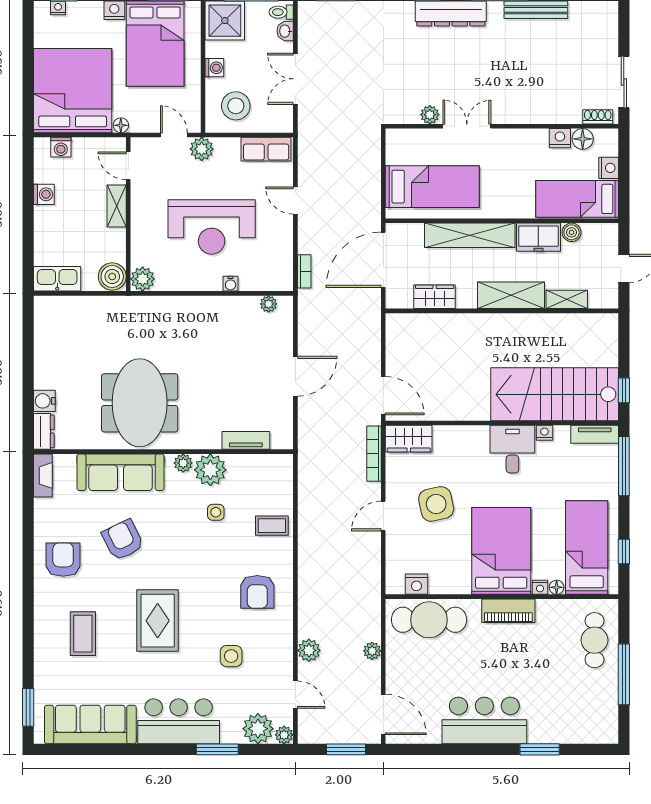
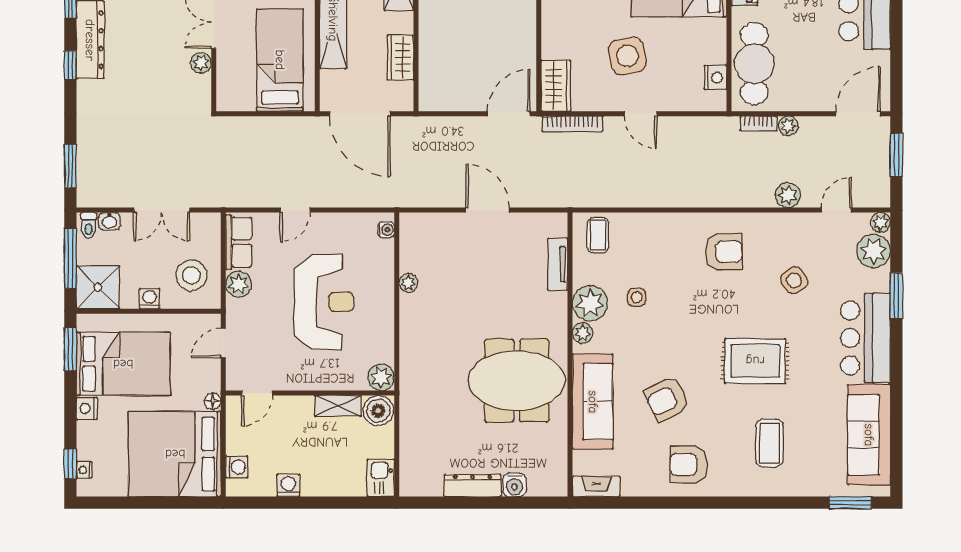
plant: (202, 149) -> (239, 284), moved
shelving: (117, 206) -> (338, 406), moved
bookcase: (304, 271) -> (759, 123), moved, turned 180
kitchen sink: (57, 279) -> (381, 478), width x0.73
water cooler: (231, 284) -> (386, 230), moved
plant: (269, 304) -> (408, 283), moved
dresser: (44, 431) -> (473, 486), moved, width x1.44
coffee table: (272, 526) -> (598, 235), moved
coffee table: (83, 634) -> (769, 443), turned 90
side table: (231, 656) -> (794, 280), turned -37

